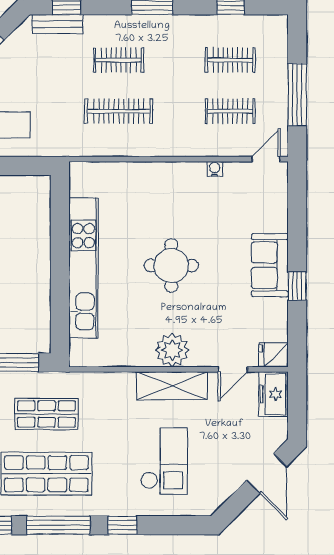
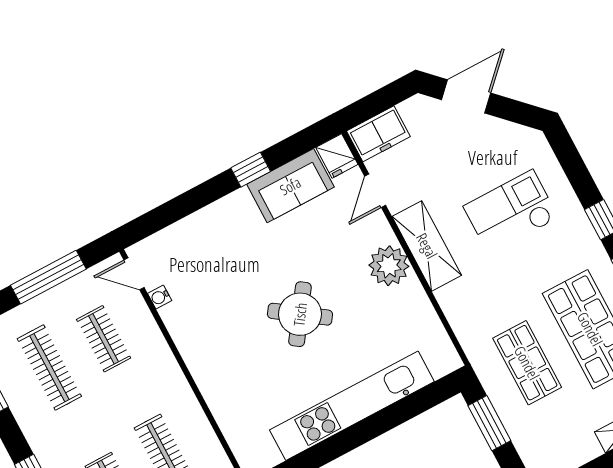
clothes rail: (230, 60) -> (49, 368), width x1.36
water cooler: (215, 169) -> (160, 297), moved
sofa: (270, 265) -> (290, 186), moved
round table: (171, 266) -> (300, 314), turned 35
door: (233, 369) -> (375, 191), swing flipped

